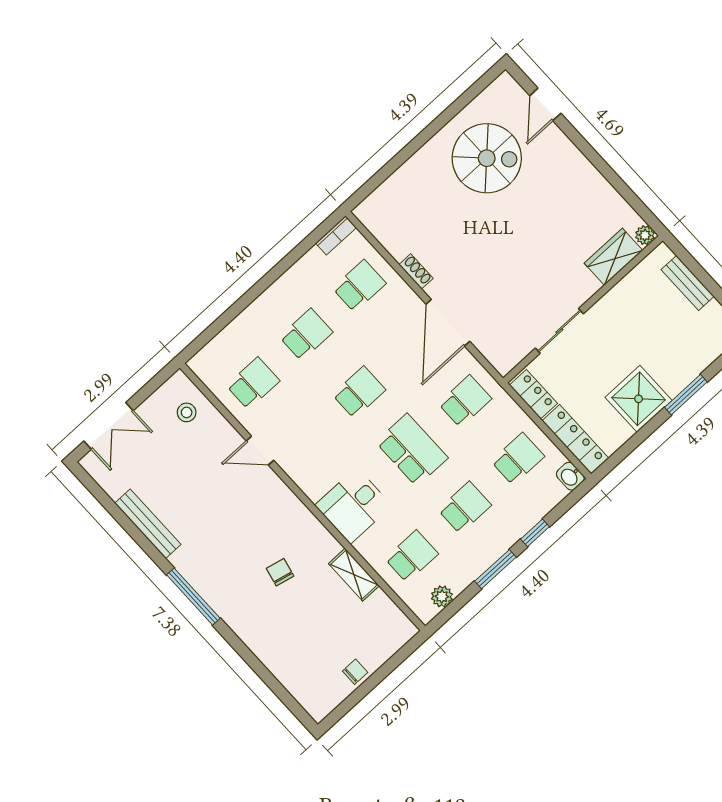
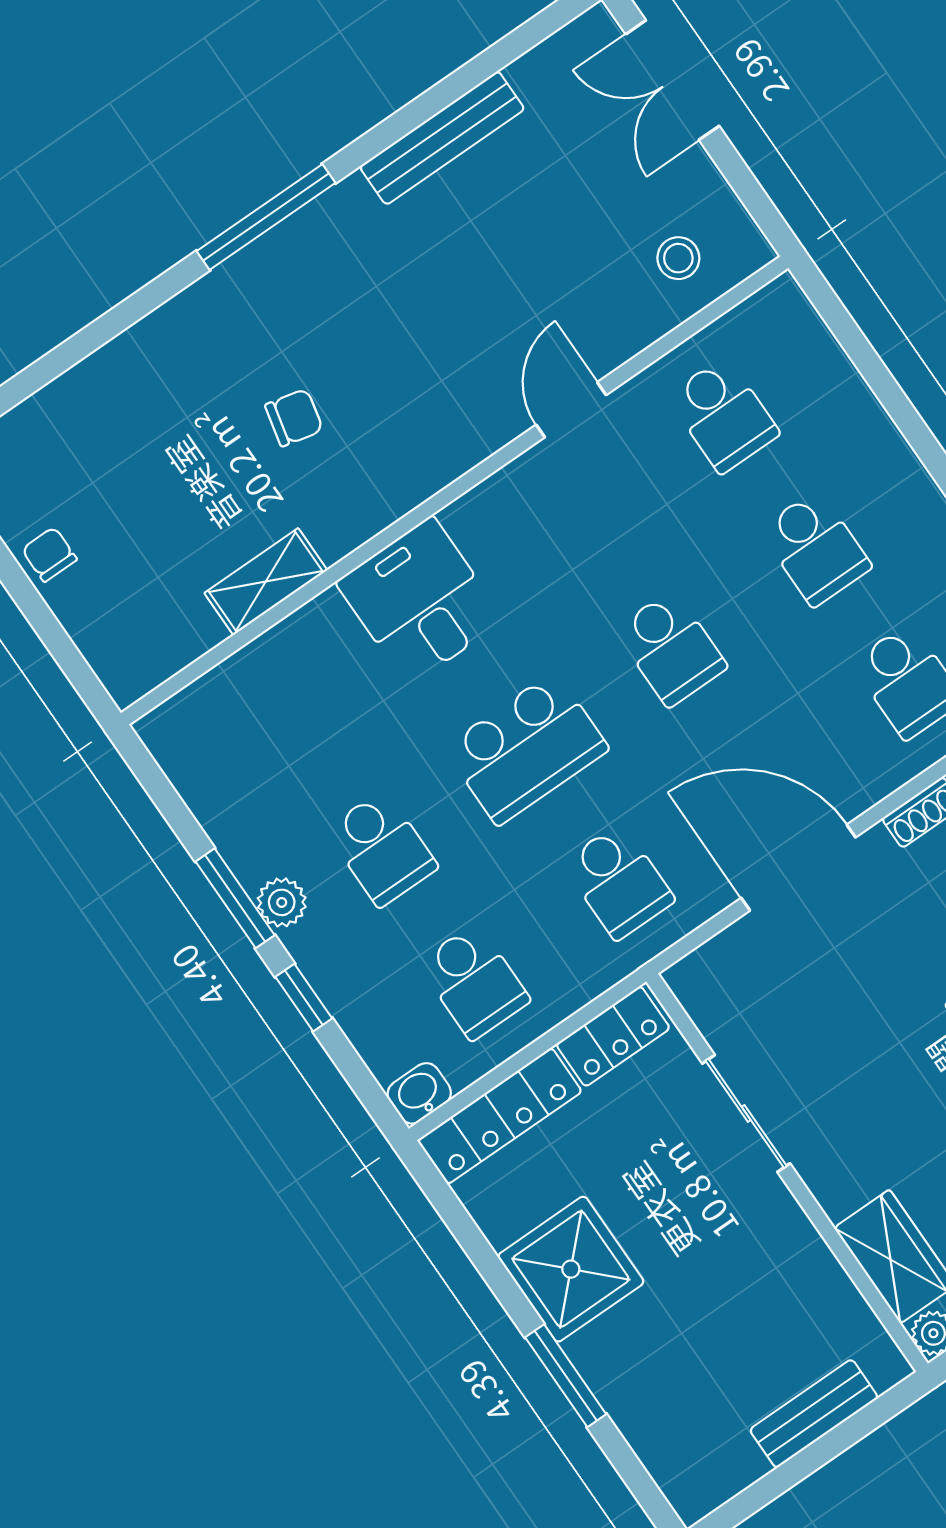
school desk: (412, 556) -> (289, 715), removed
plant: (442, 596) -> (282, 902), moved
chair: (355, 672) -> (49, 554), turned 180

